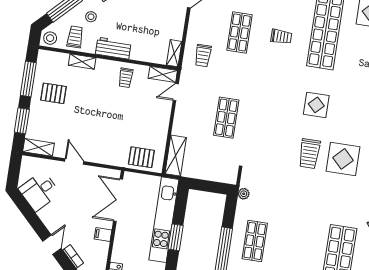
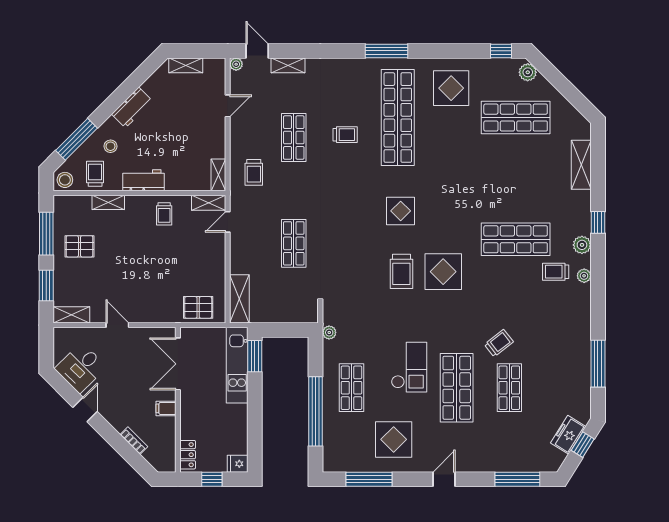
kitchen unit: (164, 220) -> (237, 365), width x0.73
checkout: (304, 232) -> (409, 367), added
window: (176, 237) -> (255, 356), moved
door: (52, 245) -> (85, 409), moved

